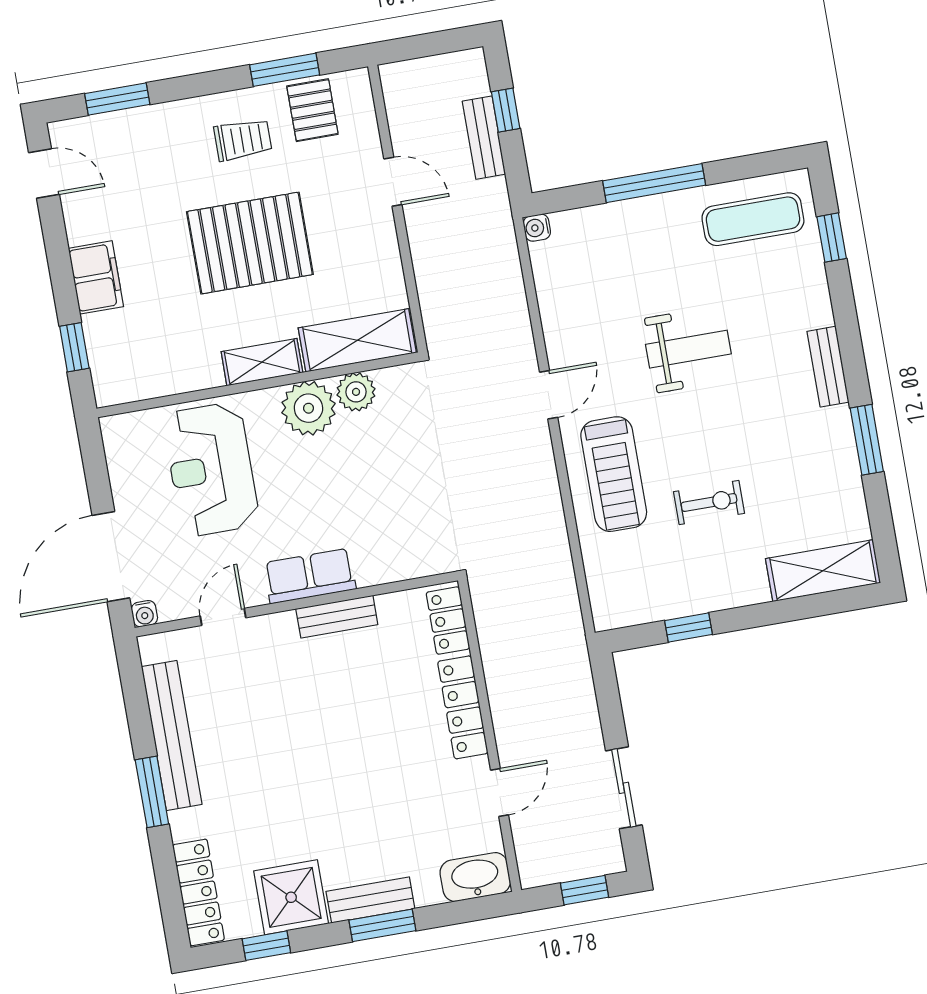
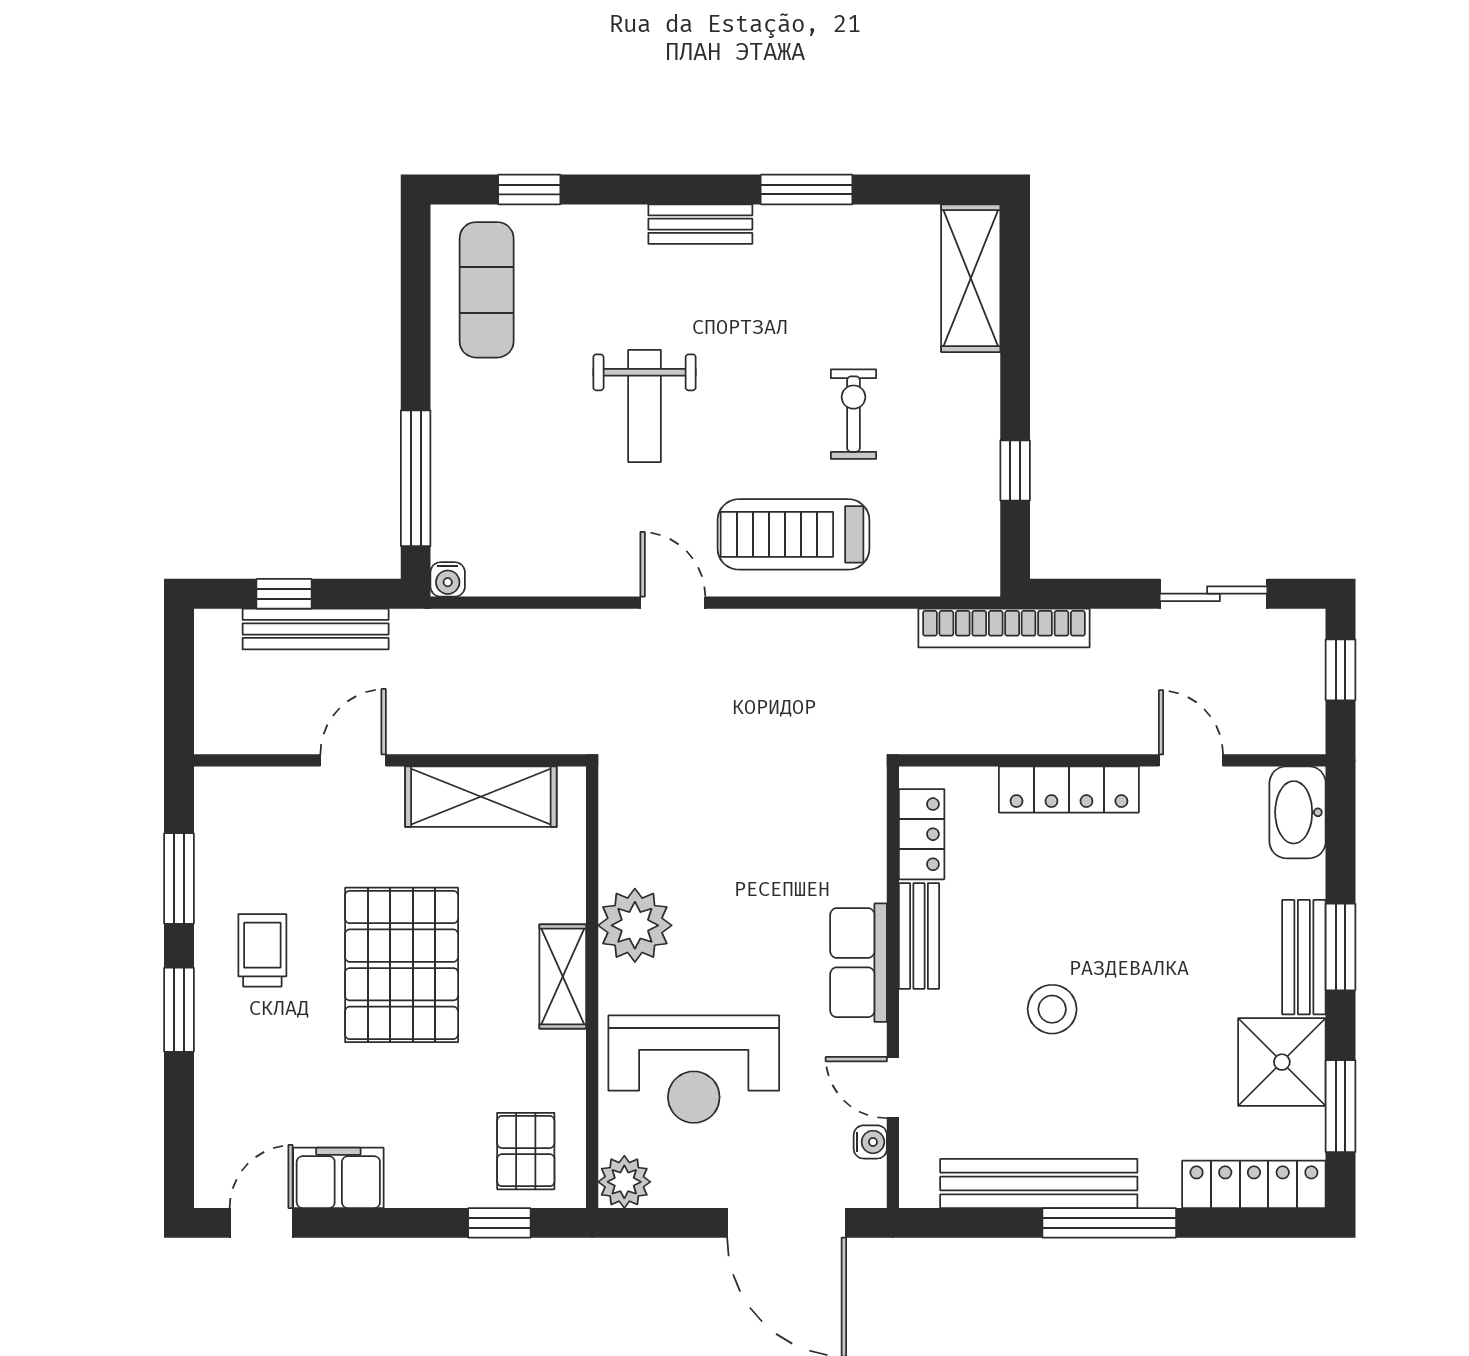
window: (117, 99) -> (179, 1010), moved
pallet: (312, 110) -> (526, 1151), moved, turned 90
bench: (484, 138) -> (316, 629), width x1.36
window: (654, 183) -> (416, 478), moved
filing cabinet: (96, 277) -> (338, 1178), moved
shelving: (357, 340) -> (481, 797), moved, turned 90
weight bench: (688, 349) -> (645, 406), turned 180
plant: (356, 392) -> (624, 1182), moved
treadmill: (614, 474) -> (794, 534), turned 180
water cooler: (144, 614) -> (870, 1142), moved
locker: (448, 621) -> (922, 834), moved, turned -90
bookcase: (572, 639) -> (1004, 628), added
stool: (300, 723) -> (1052, 1009), added
window: (152, 792) -> (1109, 1223), width x1.44
window: (266, 946) -> (1341, 1106), width x1.50

